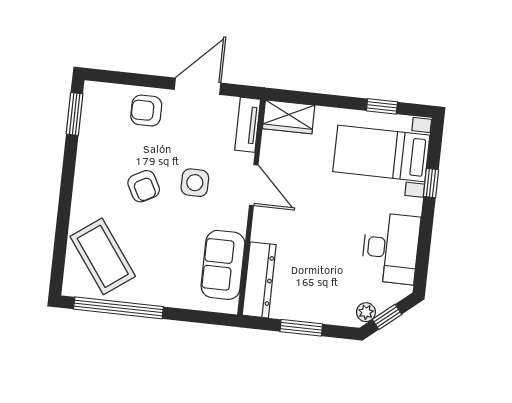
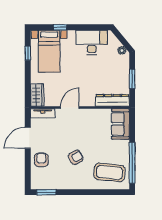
door: (198, 86) -> (28, 138), hinge flipped
armchair: (146, 111) -> (41, 160), turned 180
side table: (195, 183) -> (72, 134), removed
coffee table: (103, 256) -> (109, 172), turned 42
sofa: (223, 265) -> (120, 124), moved, turned 90
window: (387, 317) -> (123, 41), removed

